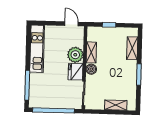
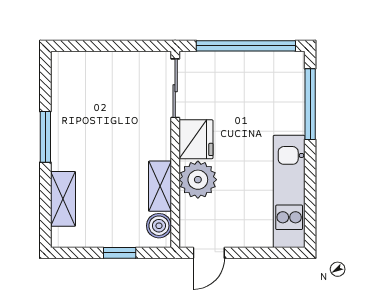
door: (72, 24) -> (209, 253), hinge flipped
boiler: (91, 69) -> (159, 226), moved
shelving: (116, 105) -> (98, 63), removed

